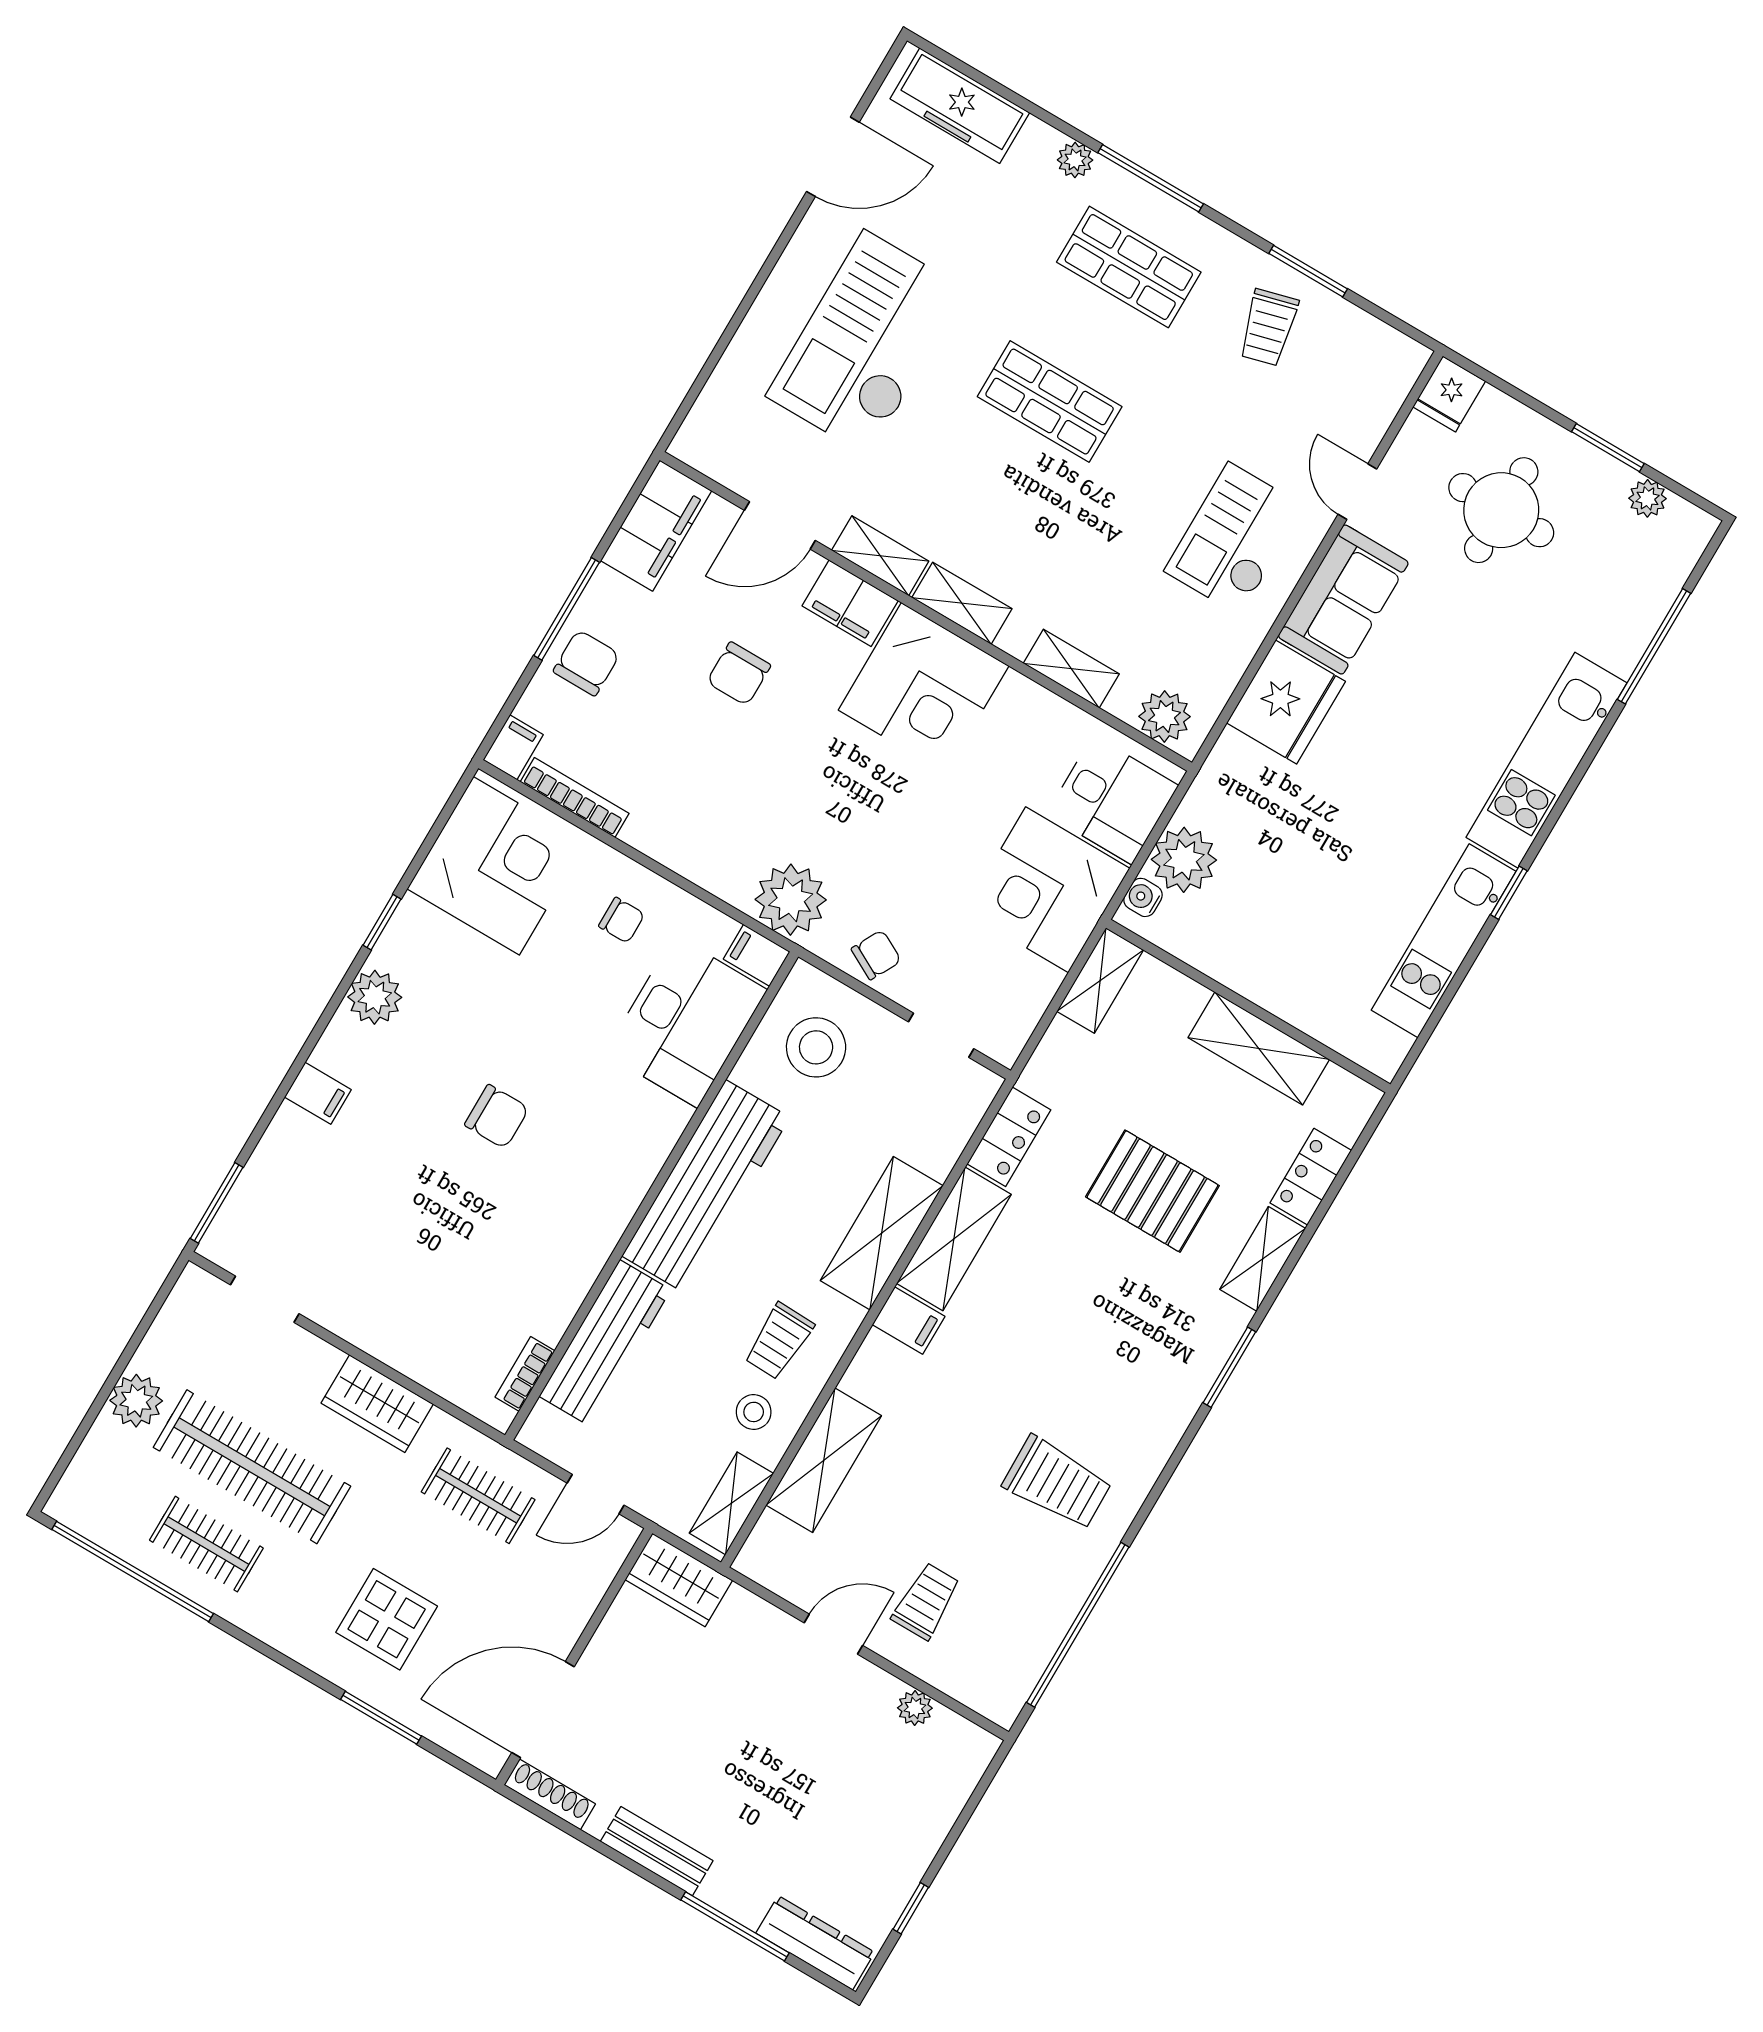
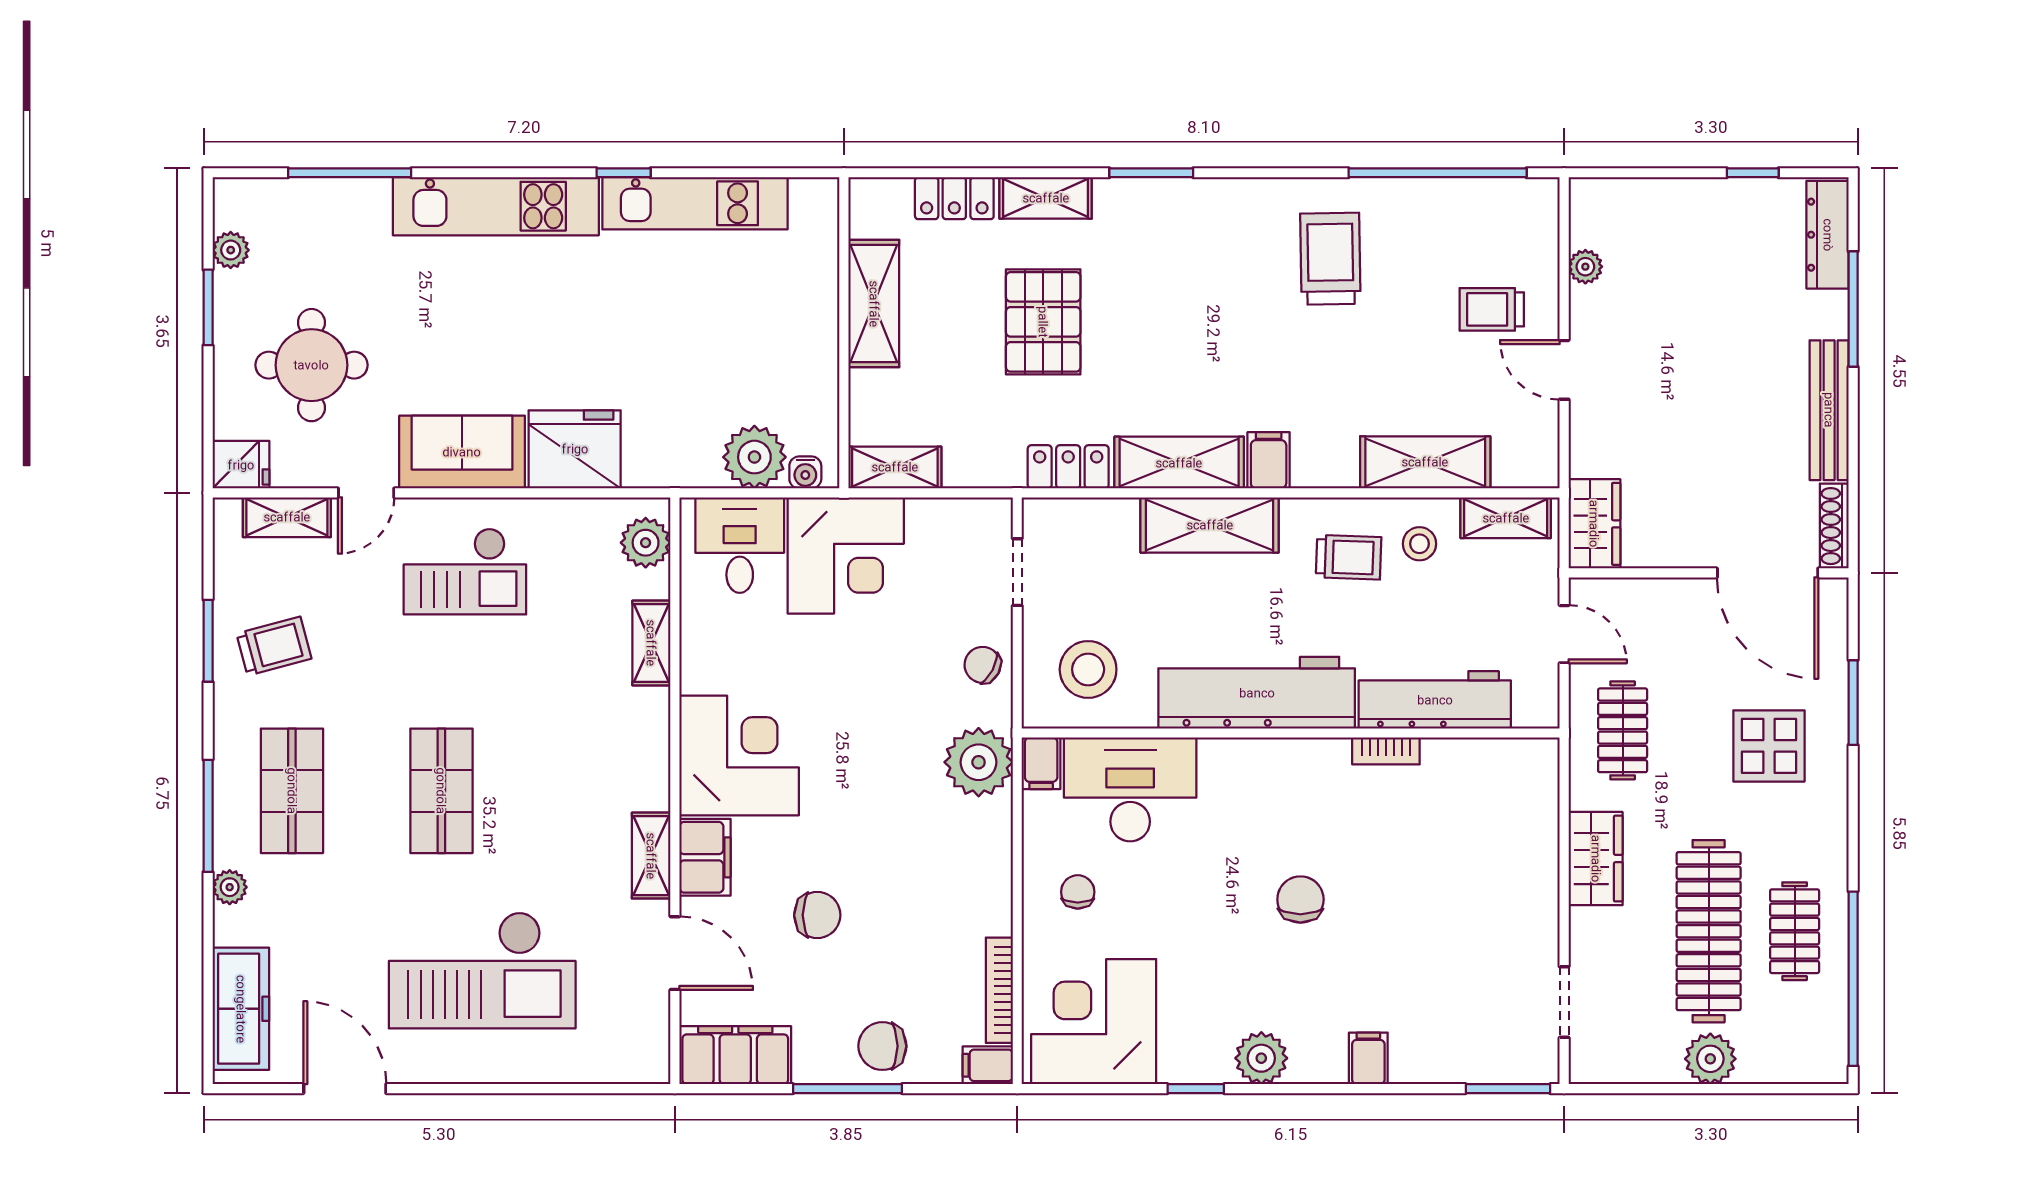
shelving: (962, 603) -> (287, 517), moved, turned 90
bookcase: (525, 1374) -> (1386, 751), moved
bench: (657, 1851) -> (1829, 410), width x1.36

